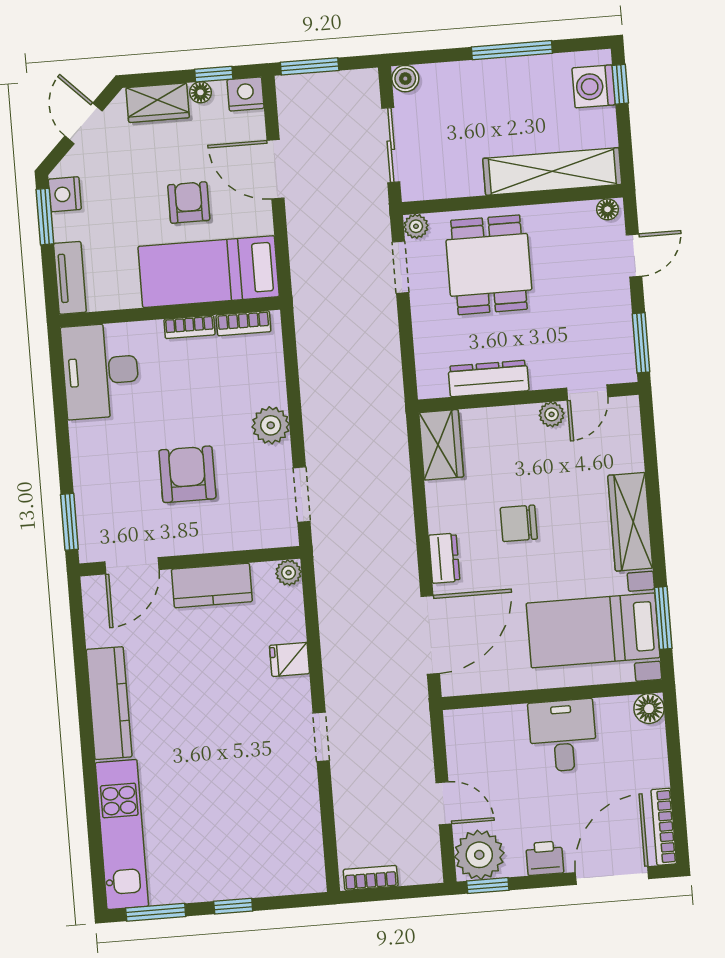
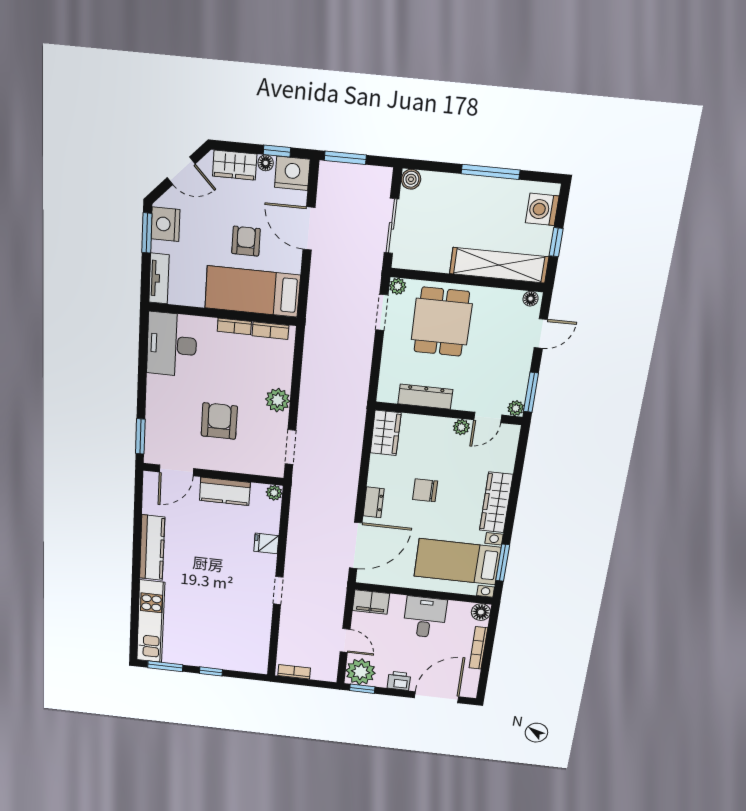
window: (620, 84) -> (556, 242), moved
nightstand: (246, 94) -> (292, 173), width x1.36, depth x1.33
door: (84, 123) -> (181, 171), swing flipped
nightstand: (65, 194) -> (165, 224), width x1.36, depth x1.33
plant: (625, 371) -> (516, 408), added
filing cabinet: (472, 727) -> (371, 602), added
bookcase: (664, 827) -> (478, 648), moved

